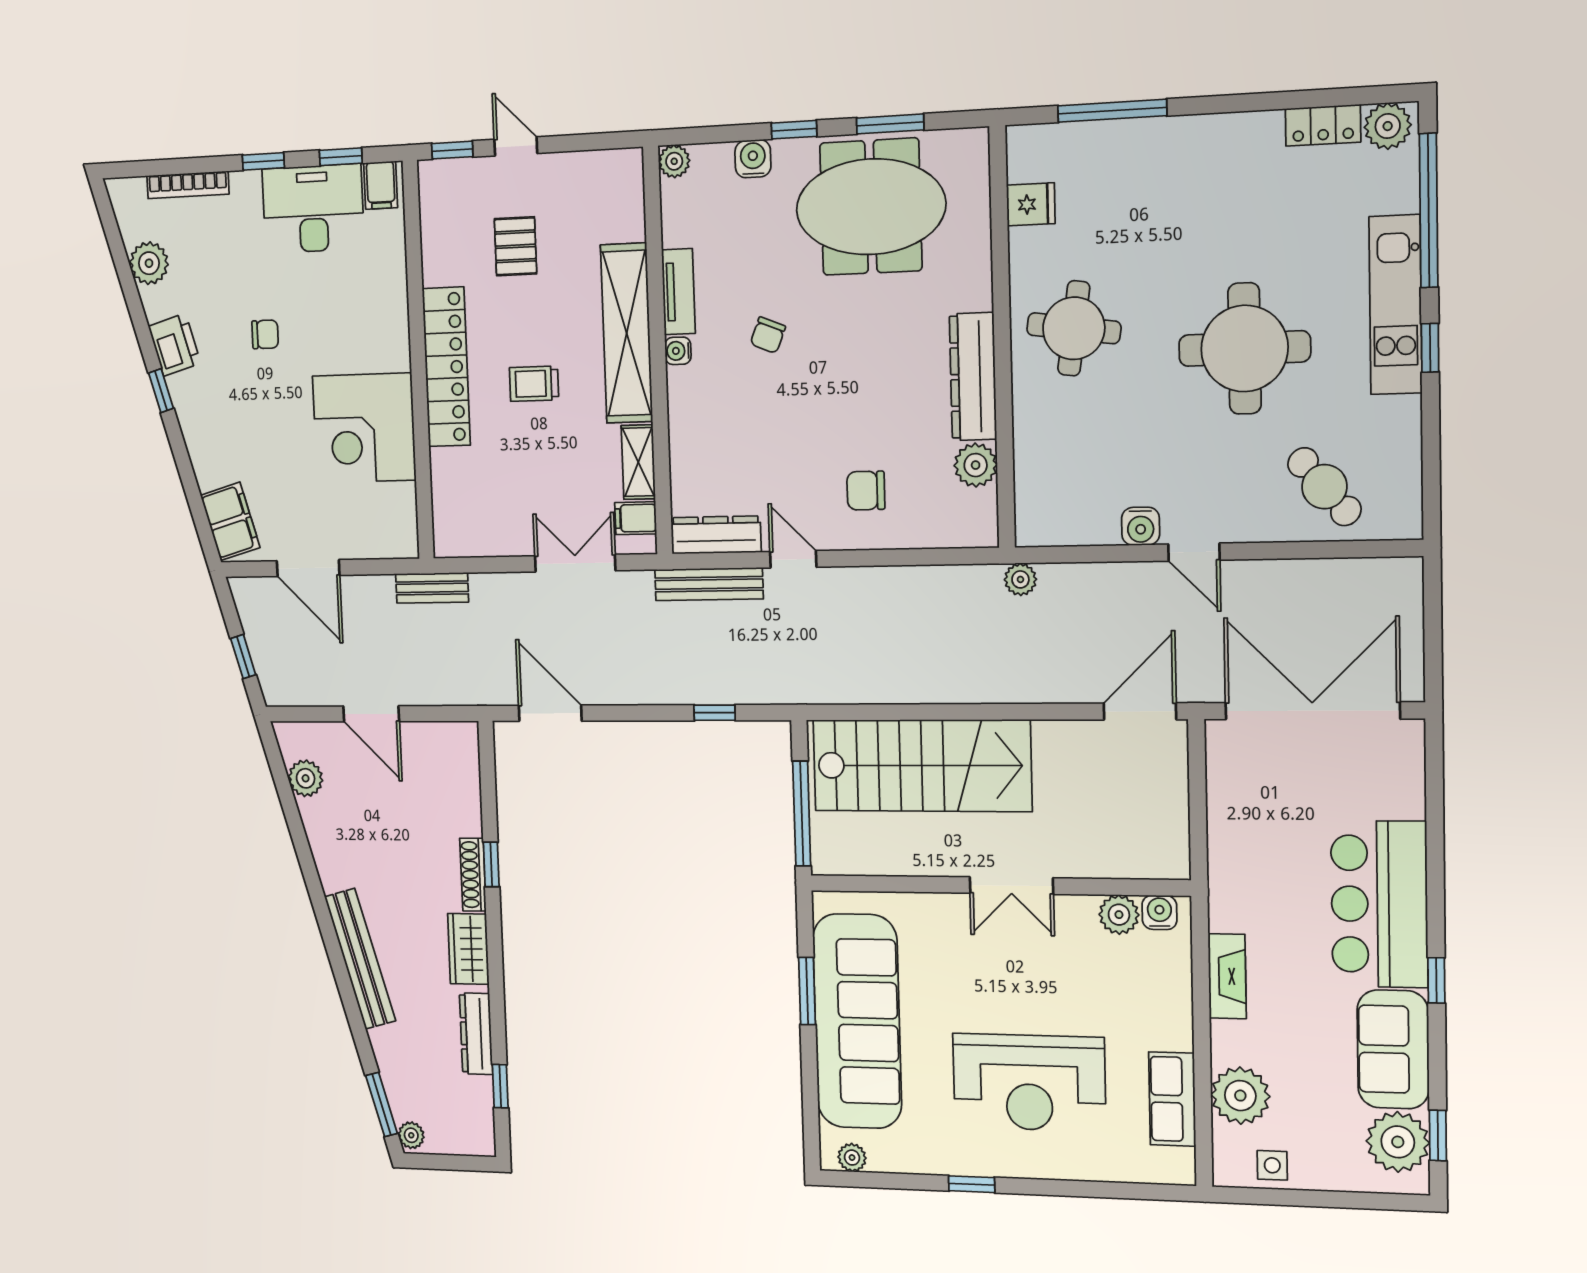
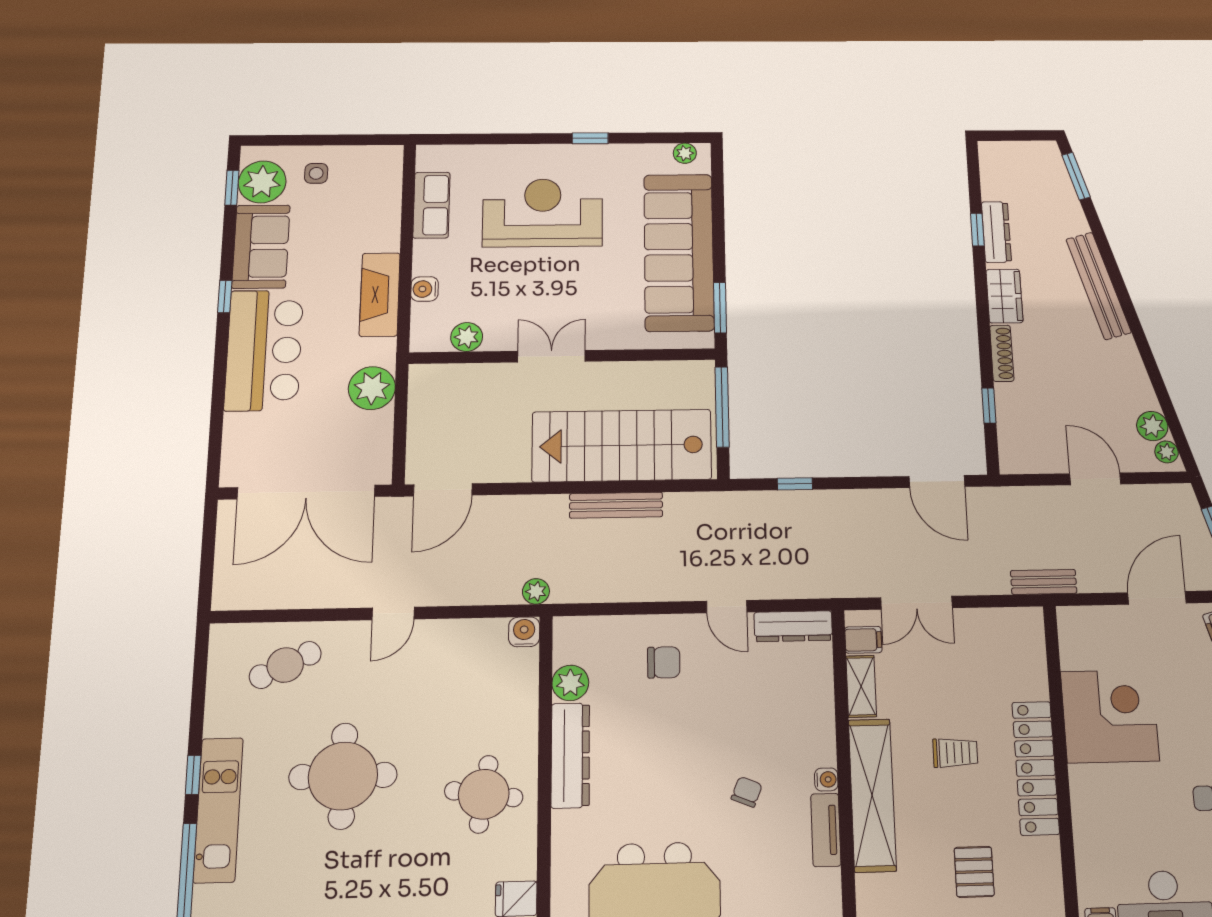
cafe table: (1324, 487) -> (285, 665), turned -76
water cooler: (1141, 526) -> (524, 632), moved
door: (1194, 552) -> (393, 613), swing flipped
door: (308, 568) -> (1157, 598), hinge flipped
bench: (709, 584) -> (616, 505), moved
window: (491, 864) -> (989, 406), moved
water cooler: (1159, 912) -> (425, 289), moved, turned 90
fireplace: (1227, 976) -> (380, 295), width x1.37, depth x1.32
window: (807, 991) -> (720, 308), moved
window: (500, 1086) -> (977, 230), moved
plant: (1240, 1096) -> (372, 388), moved
plant: (411, 1135) -> (1167, 452), moved
side table: (1272, 1165) -> (316, 173), moved

